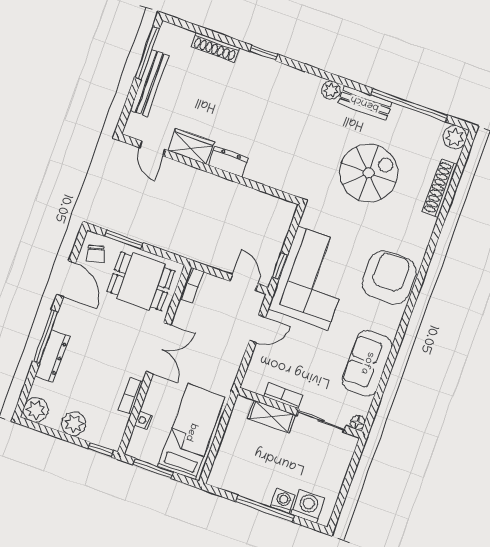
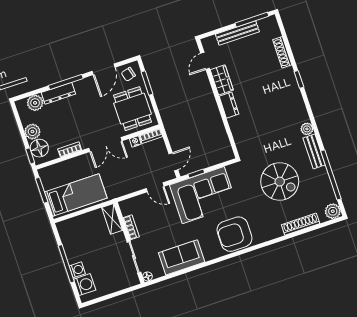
armchair: (389, 278) -> (234, 234), turned 180
plant: (36, 410) -> (35, 103), moved
shelving: (271, 417) -> (112, 219), moved
nightstand: (143, 420) -> (135, 141), moved
floor lamp: (100, 431) -> (39, 148), added

